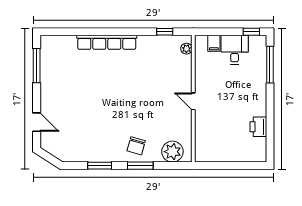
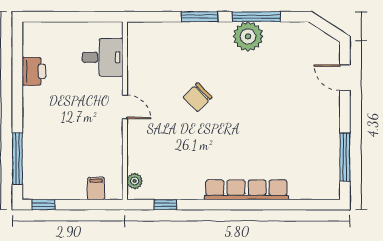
desk: (235, 50) -> (103, 57), moved, turned -90
chair: (136, 146) -> (198, 97), moved, turned -151
plant: (172, 152) -> (248, 36), moved
window: (100, 166) -> (256, 17), width x1.44

